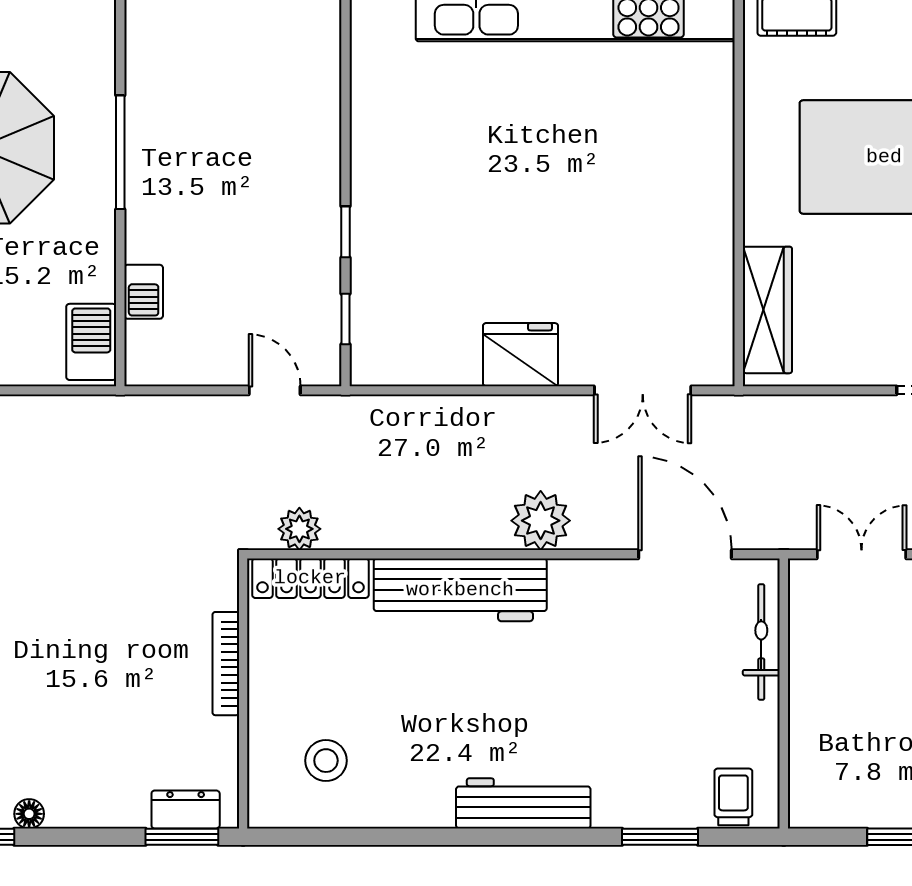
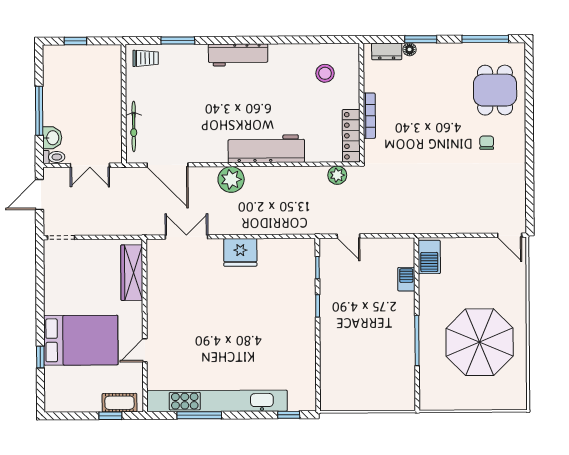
door: (739, 133) -> (145, 350), added
locker: (310, 578) -> (351, 136), moved, turned -90
trolley: (733, 797) -> (146, 58), turned -90
floor lamp: (29, 814) -> (410, 49), moved
window: (182, 837) -> (421, 39), moved

